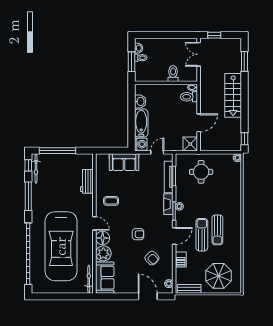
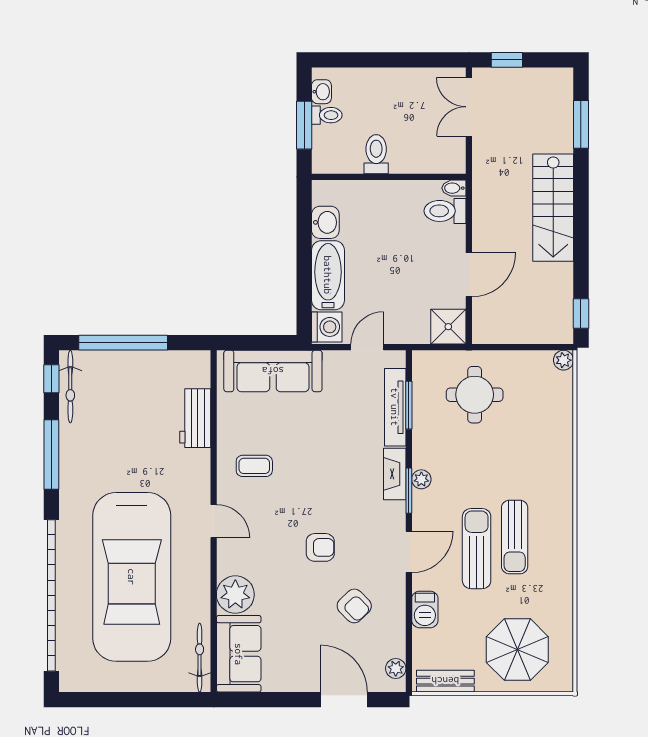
toilet: (173, 74) -> (376, 154), moved
sofa: (124, 162) -> (273, 371), width x1.36
floor lamp: (103, 238) -> (233, 557), removed

